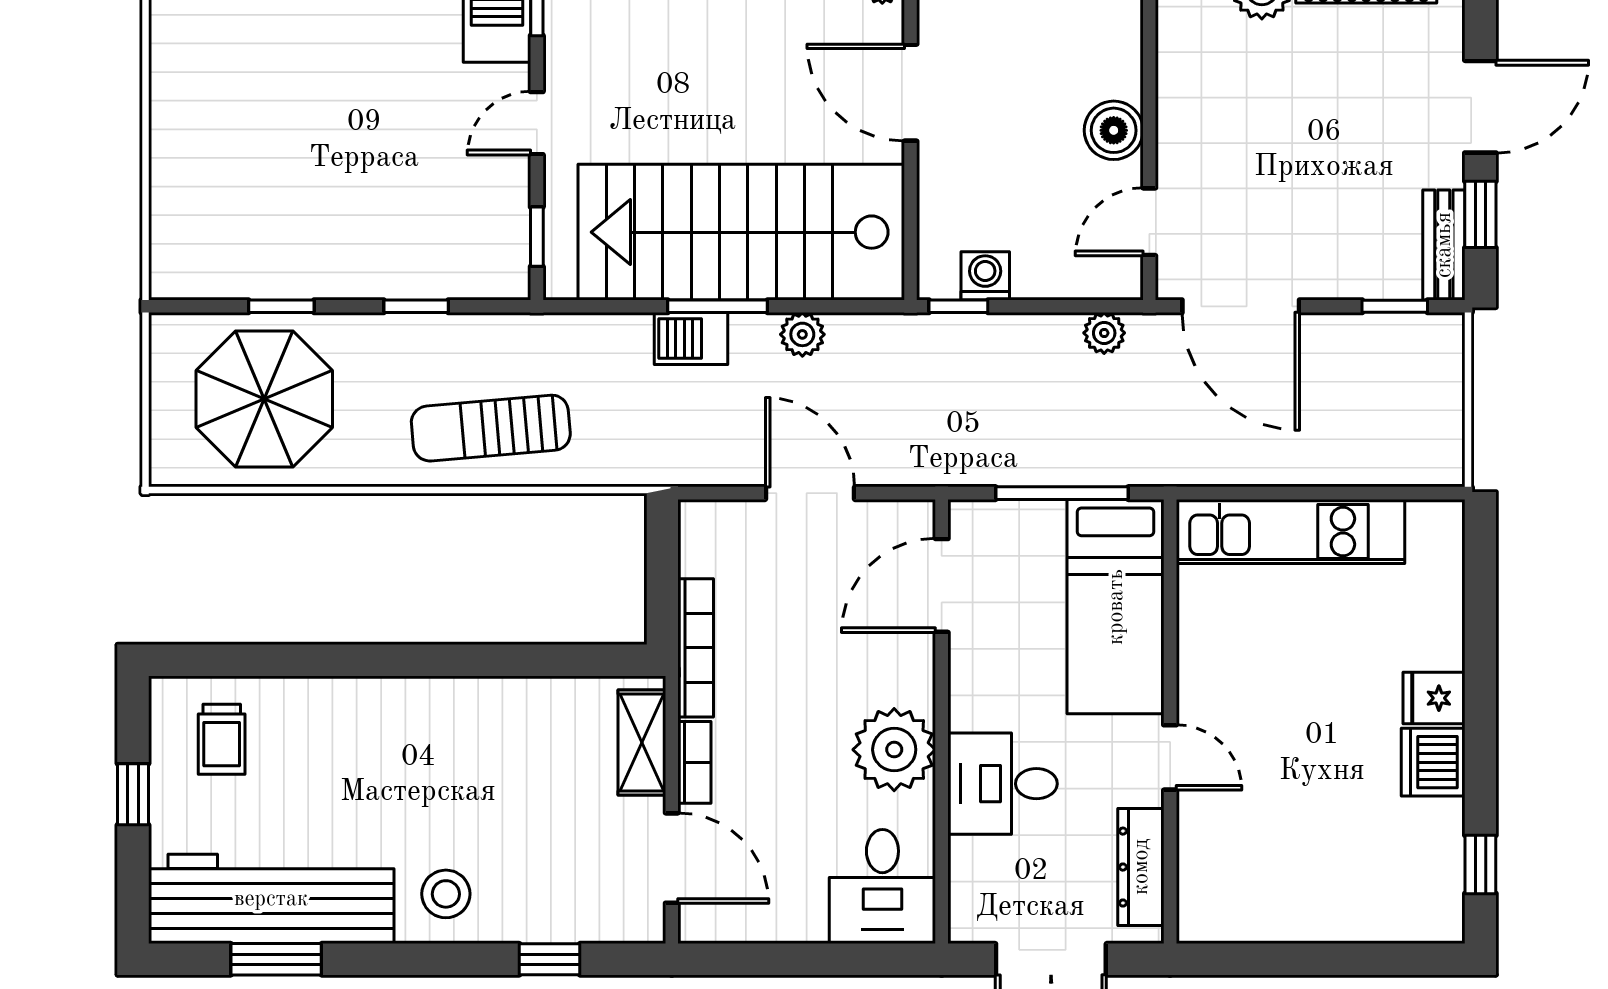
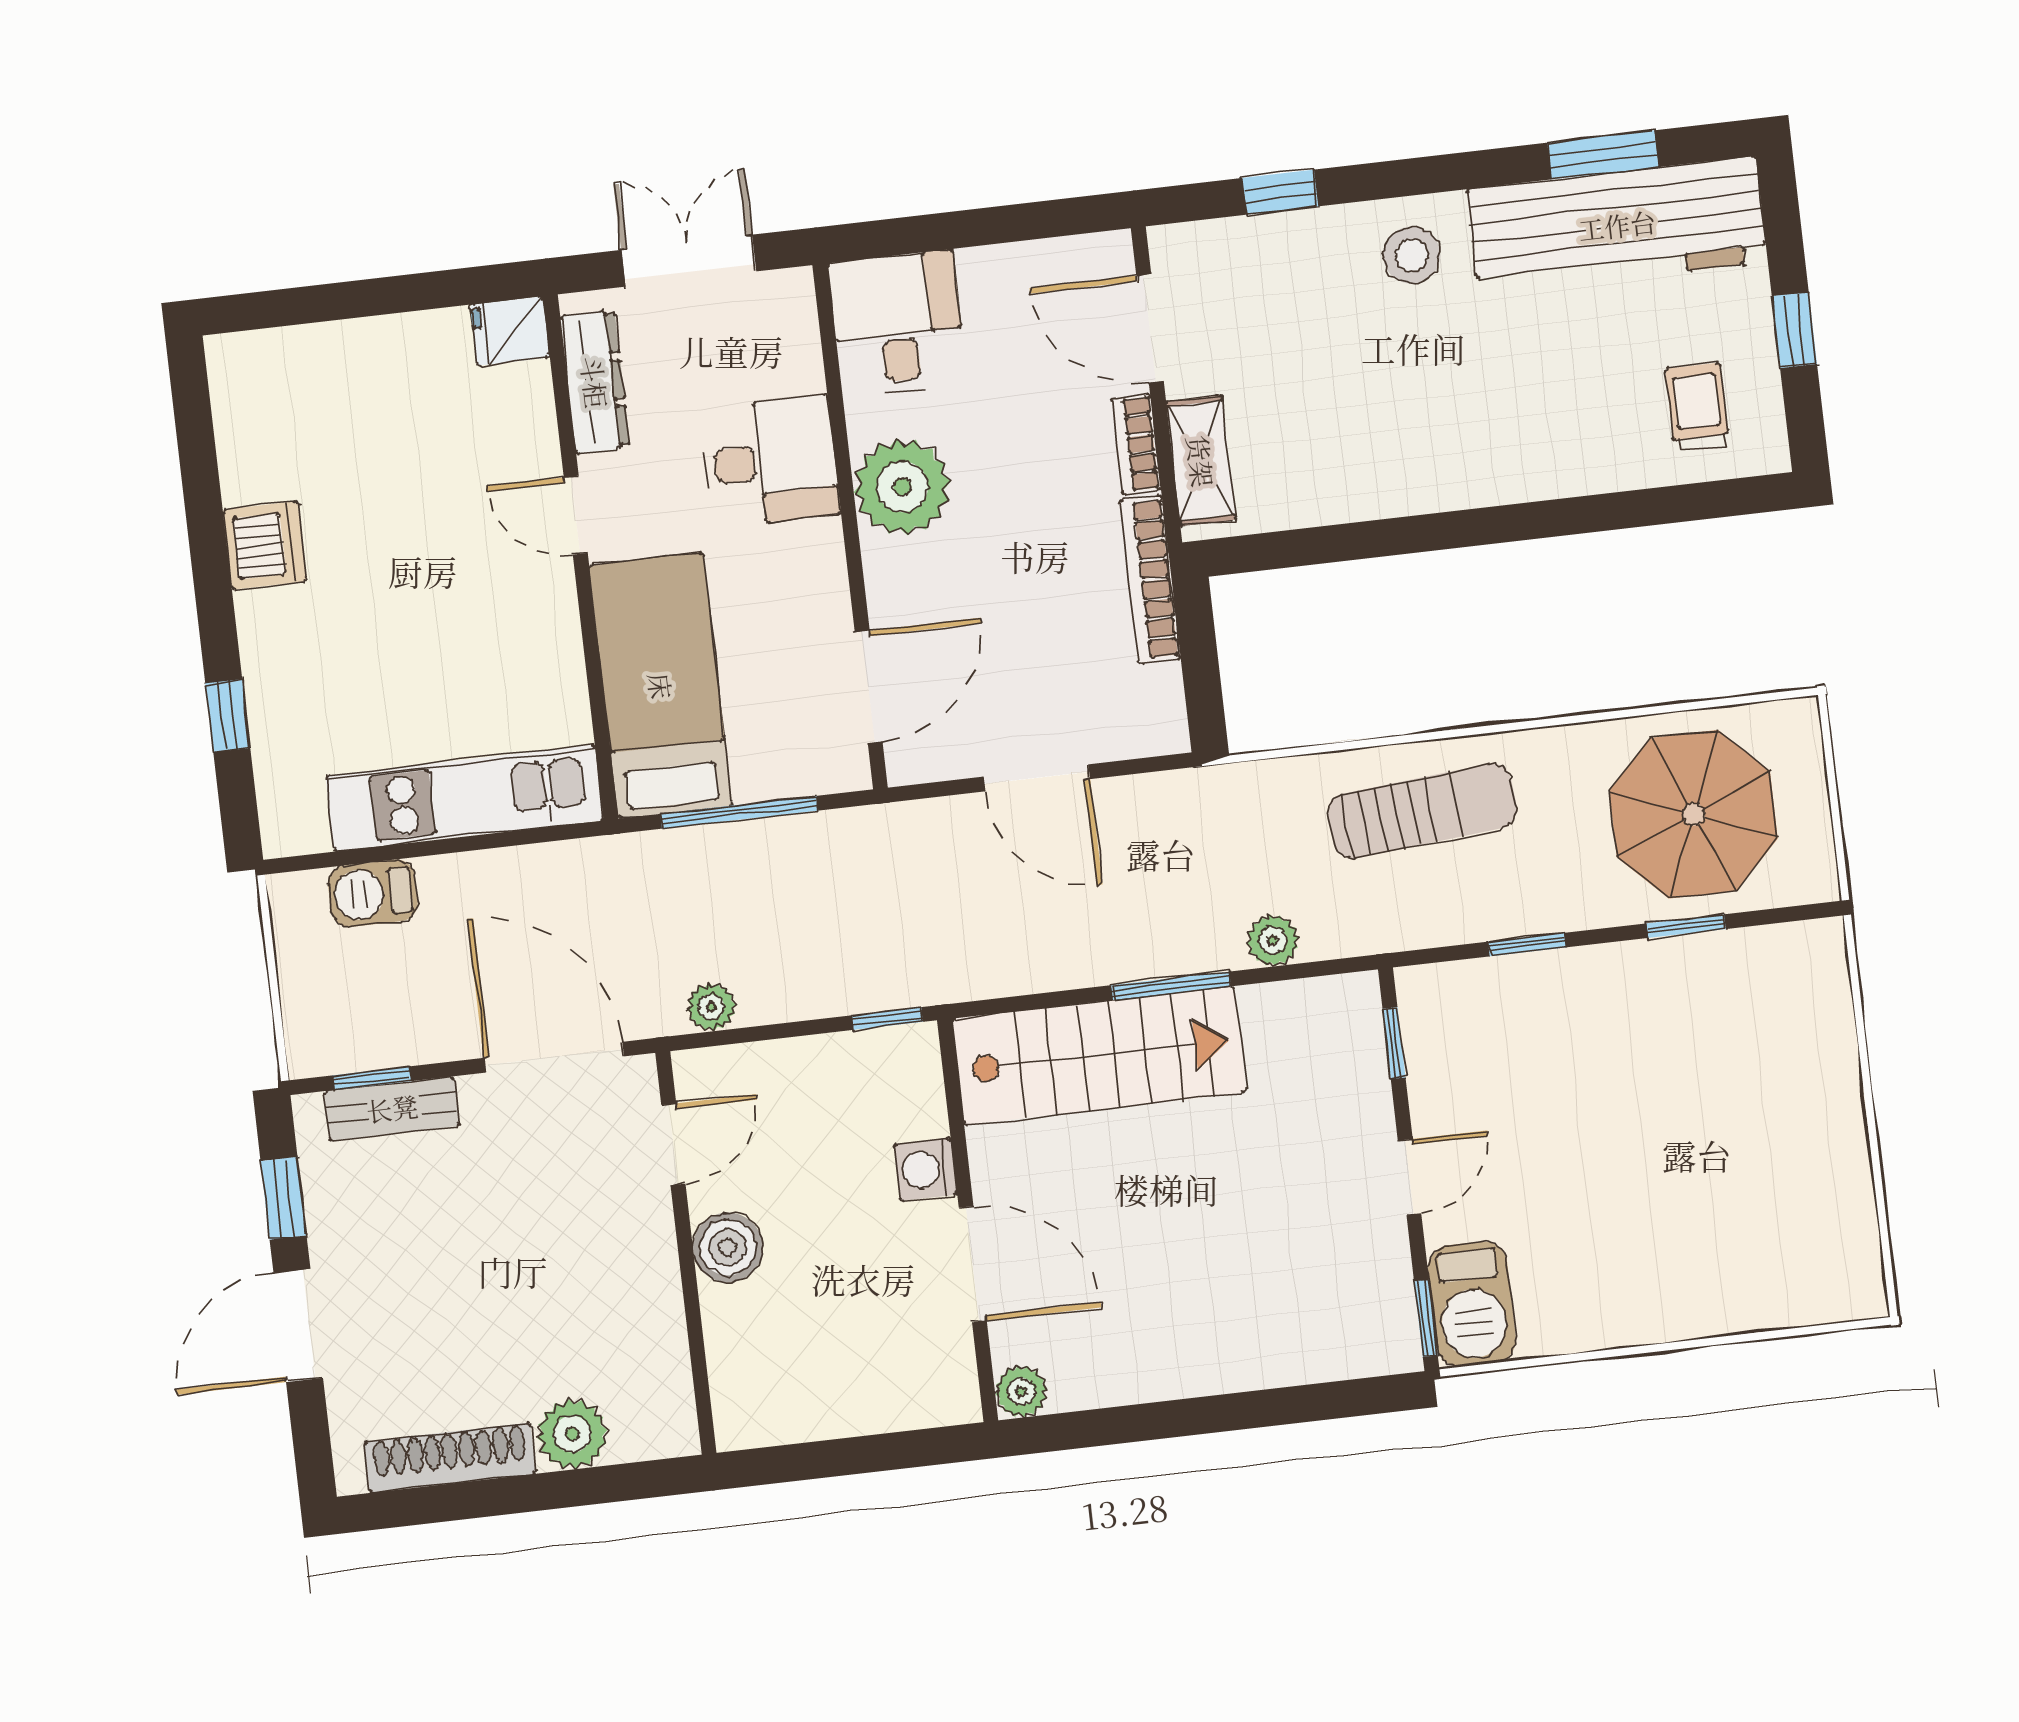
stairs: (741, 232) -> (1099, 1055), width x0.73, depth x0.66
bench: (1444, 245) -> (392, 1108), moved, turned 90
washing machine: (985, 276) -> (925, 1169), moved, turned 90
plant: (802, 334) -> (1273, 940), moved
barbecue: (691, 339) -> (373, 893), moved, turned 180
fridge: (1434, 698) -> (510, 331), moved, turned 180
window: (1480, 864) -> (228, 716), moved

